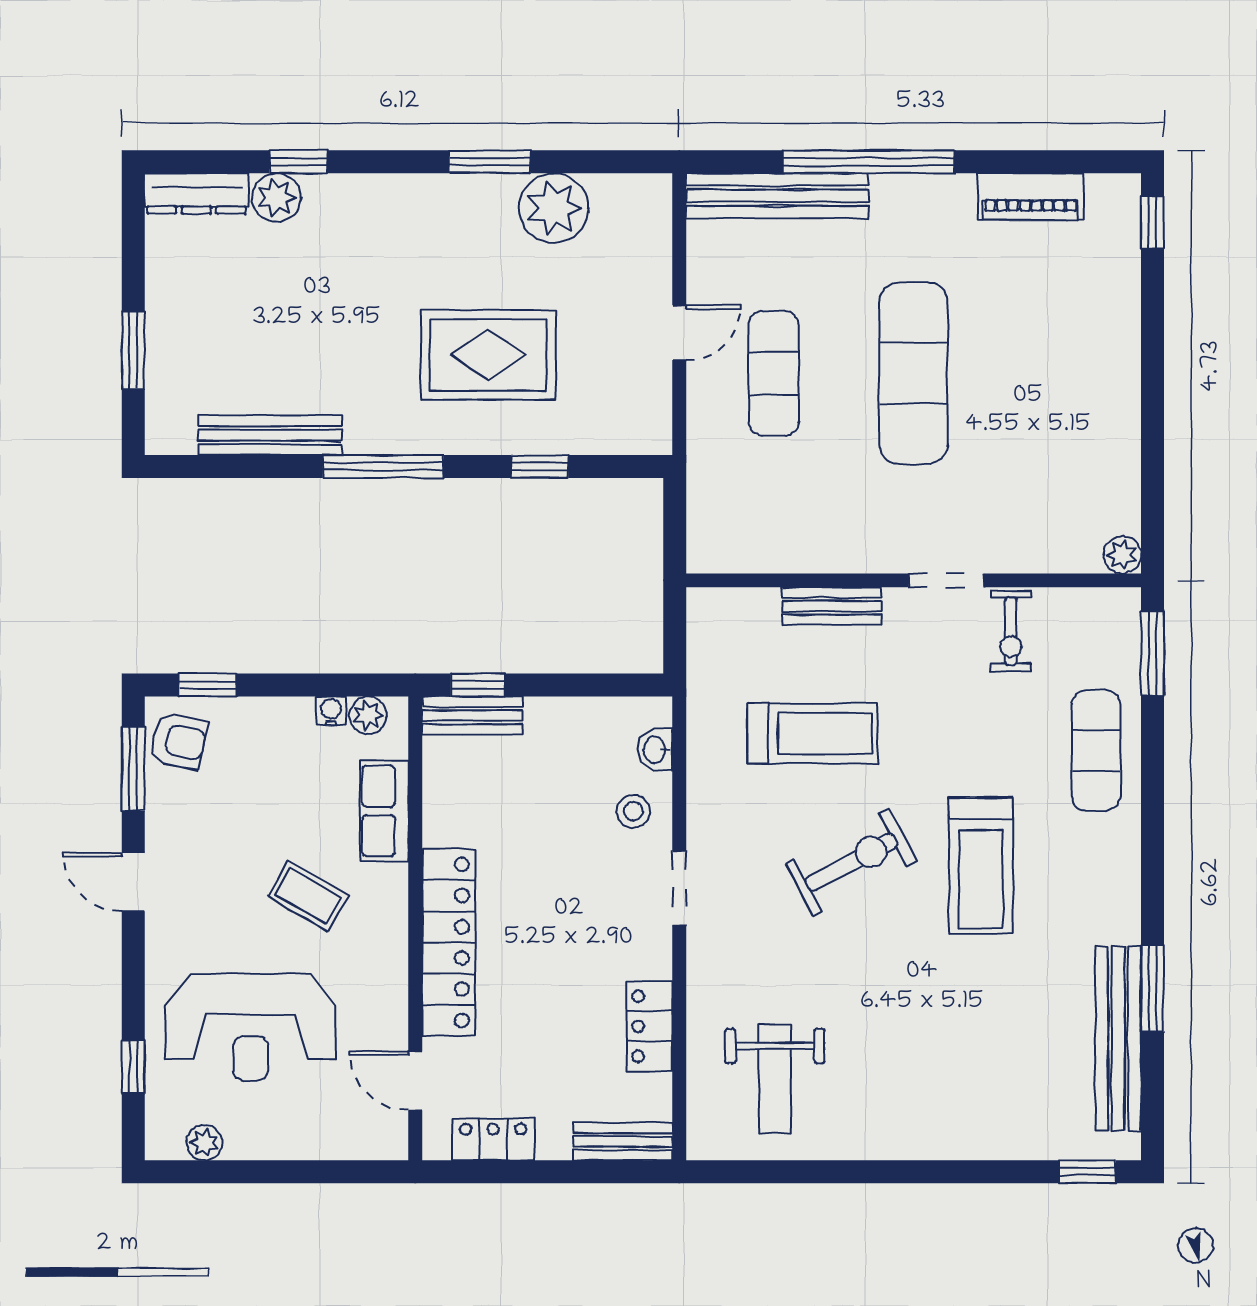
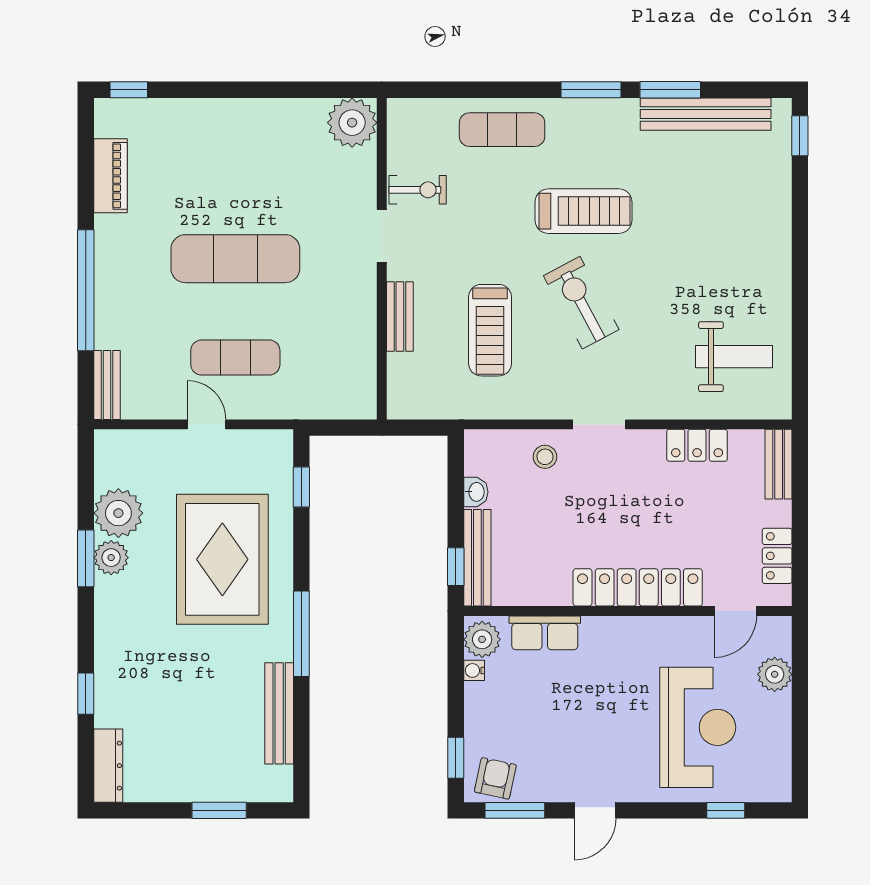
bench: (777, 196) -> (107, 385), width x0.54, depth x0.82
plant: (276, 198) -> (111, 558), moved
rug: (488, 355) -> (222, 559), width x1.37, depth x1.44
window: (540, 467) -> (301, 487), moved
plant: (1122, 555) -> (352, 123), width x1.87, depth x1.87
window: (1152, 653) -> (591, 90), moved
plant: (368, 715) -> (482, 639), width x1.38, depth x1.38
bench: (472, 716) -> (477, 558), width x1.36
treadmill: (812, 733) -> (490, 330), turned 180
washbasin: (655, 750) -> (476, 492), moved, turned -90
coffee table: (308, 896) -> (605, 687), removed
plant: (204, 1143) -> (775, 674), moved, width x1.38, depth x1.38

